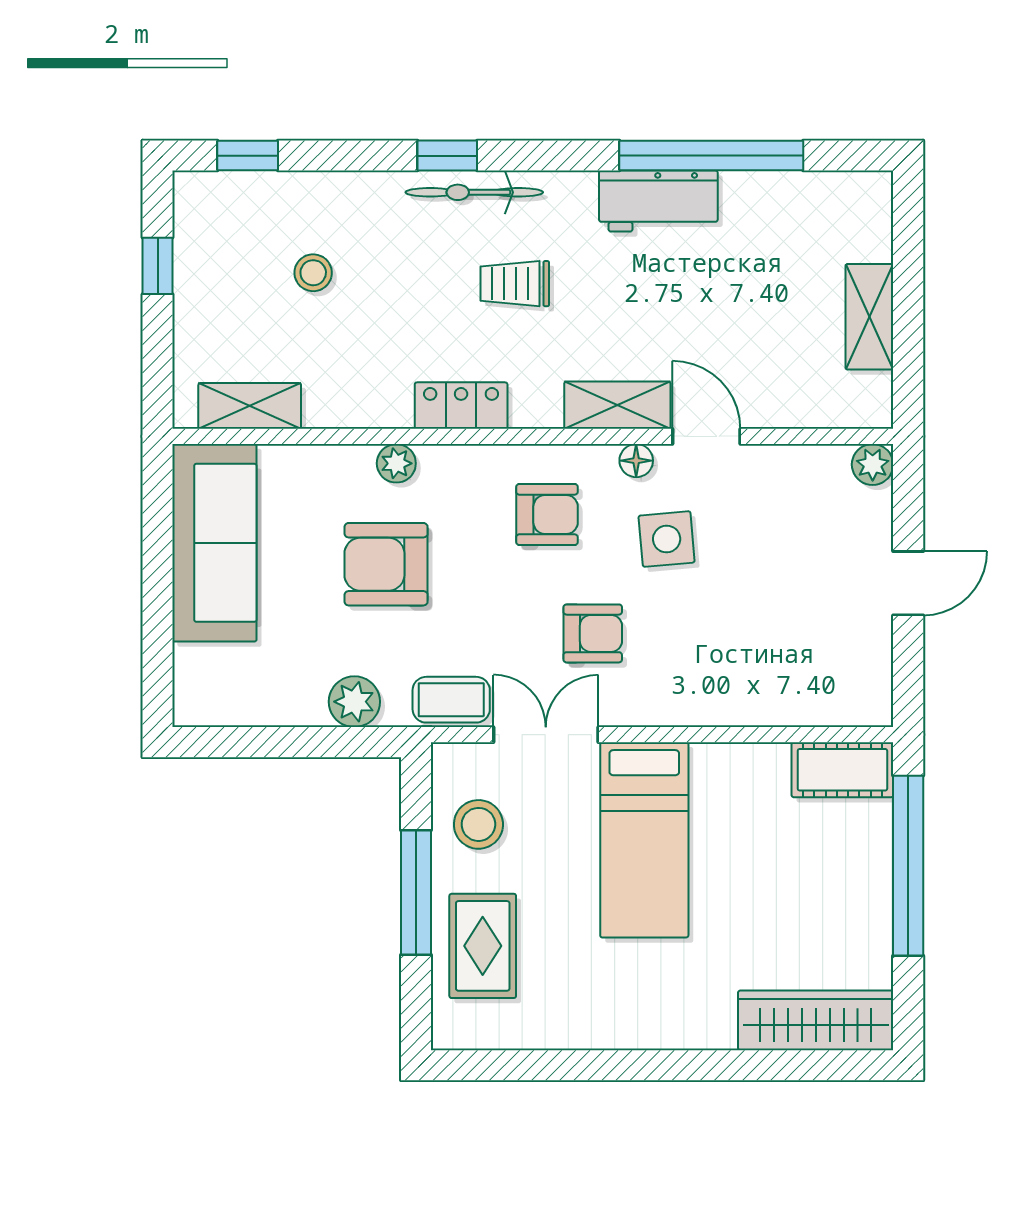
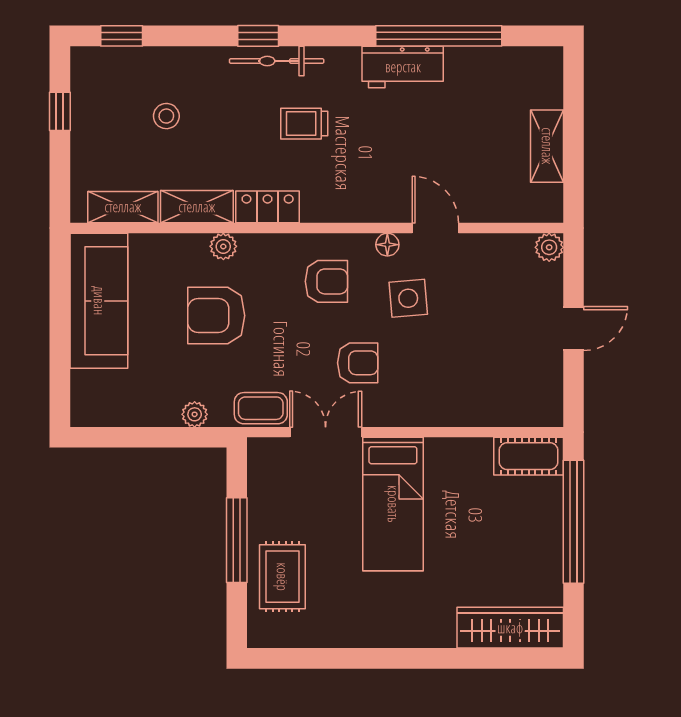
shelving: (617, 405) -> (197, 207), moved
plant: (354, 702) -> (195, 414), width x0.73, depth x0.73
stool: (478, 824) -> (279, 494), removed

